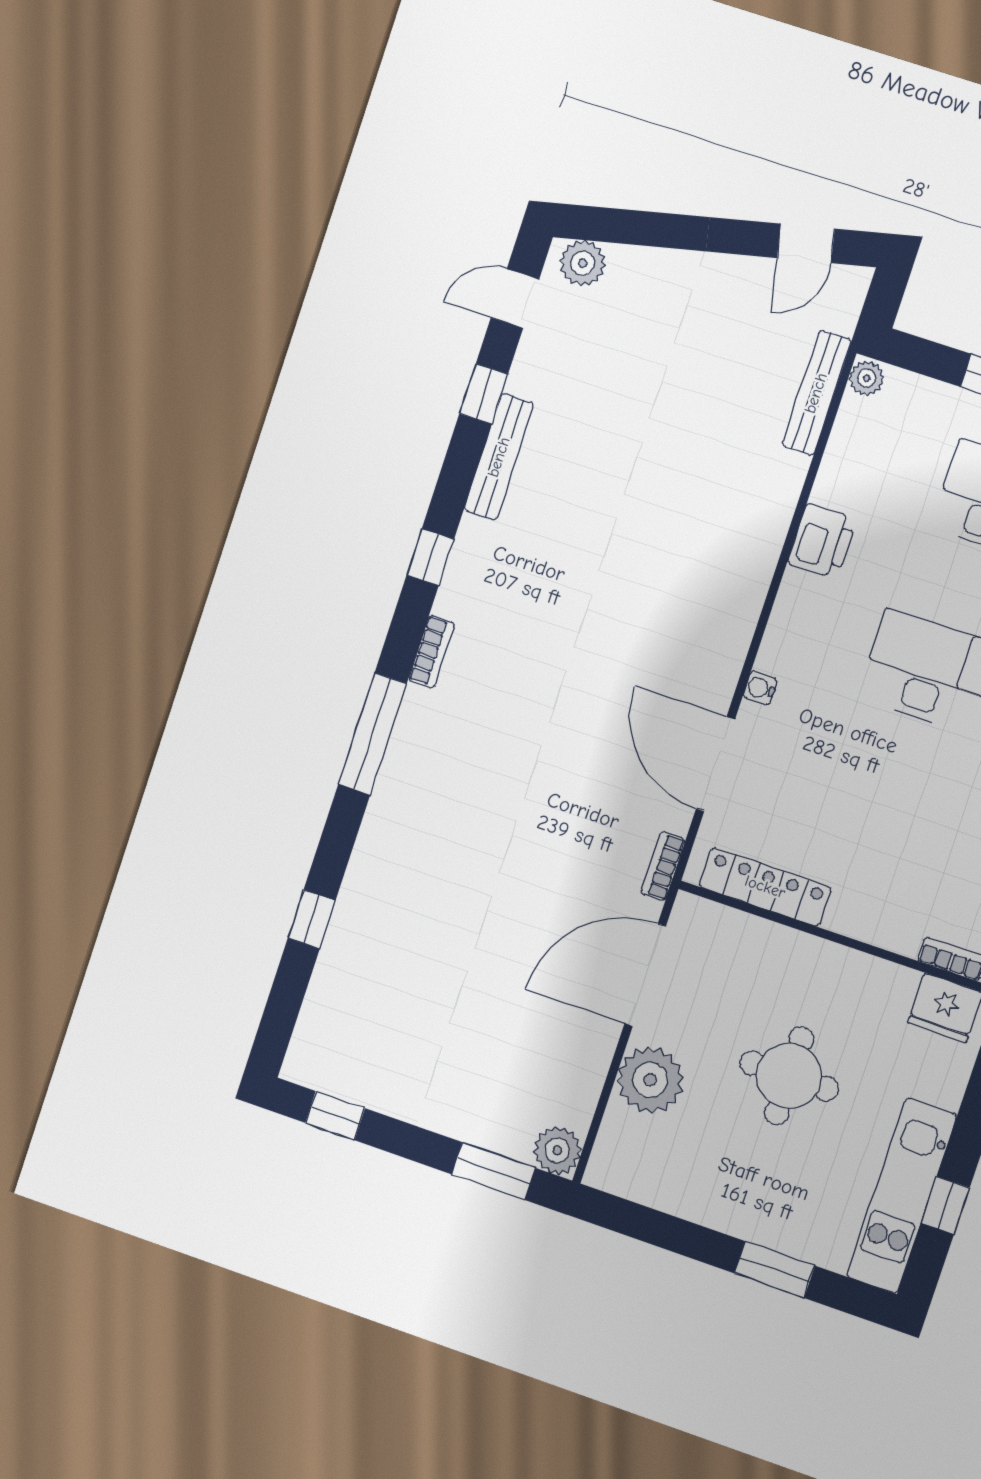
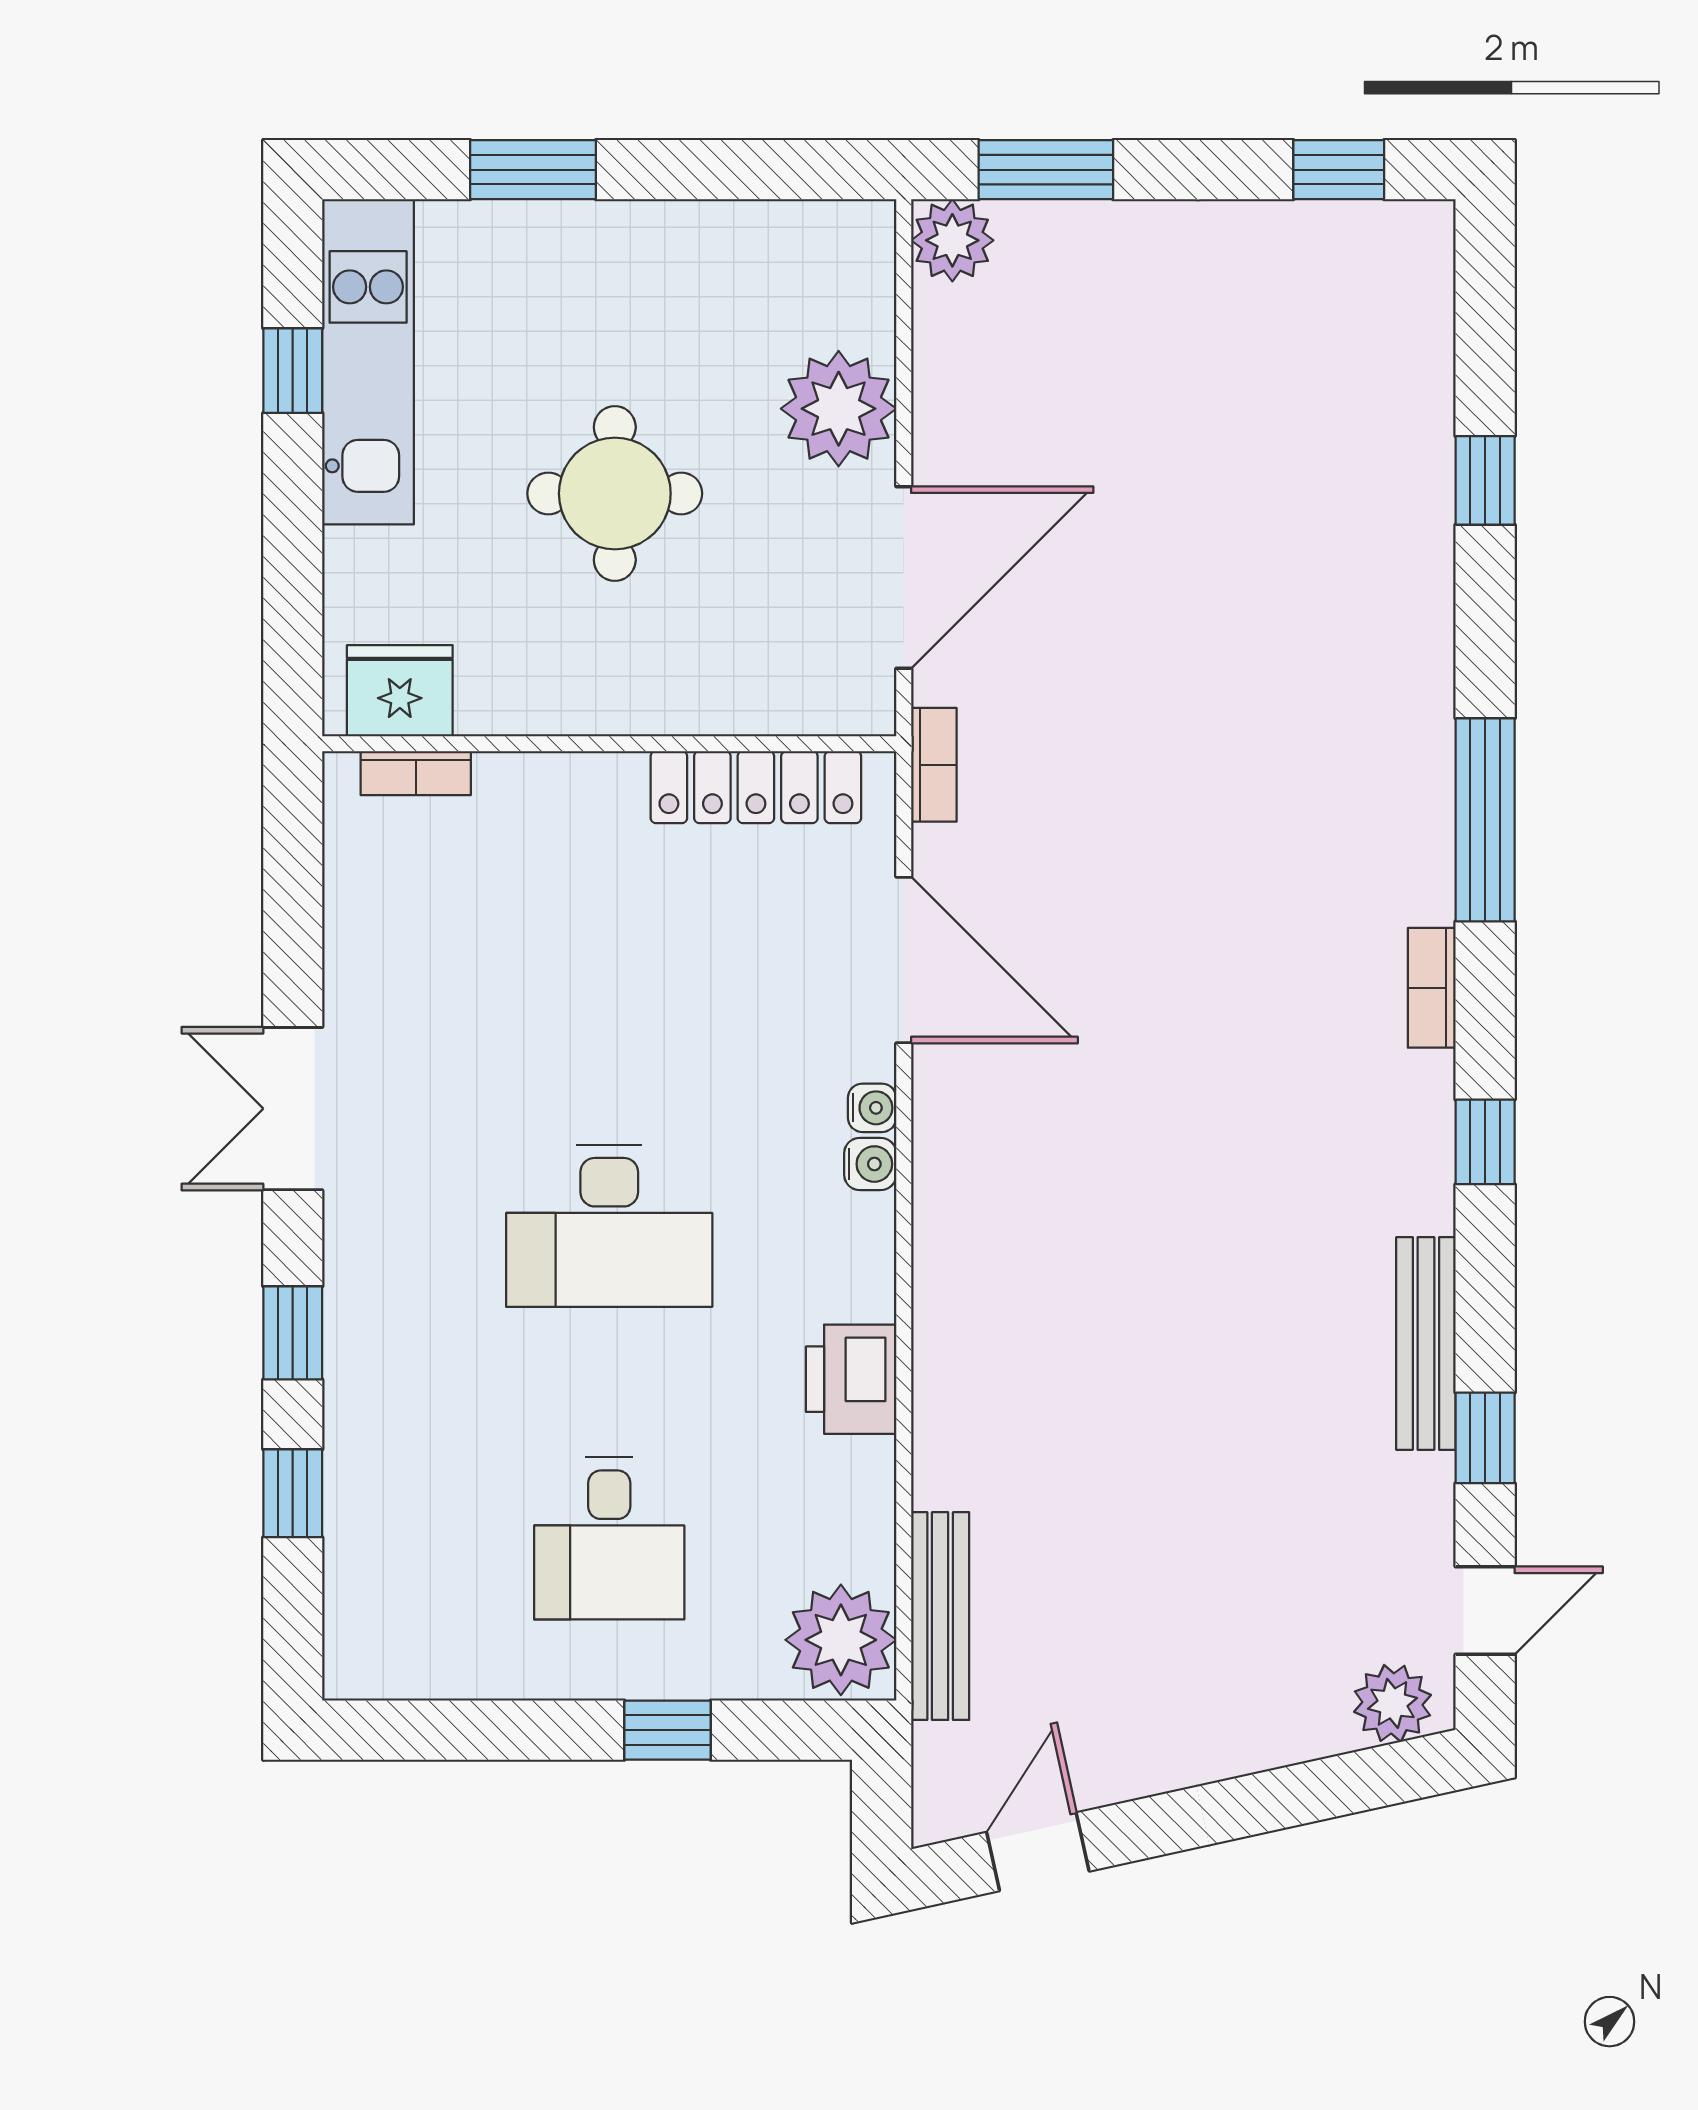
plant: (867, 378) -> (841, 1640), width x1.88, depth x1.88
water cooler: (772, 657) -> (870, 1164), added

